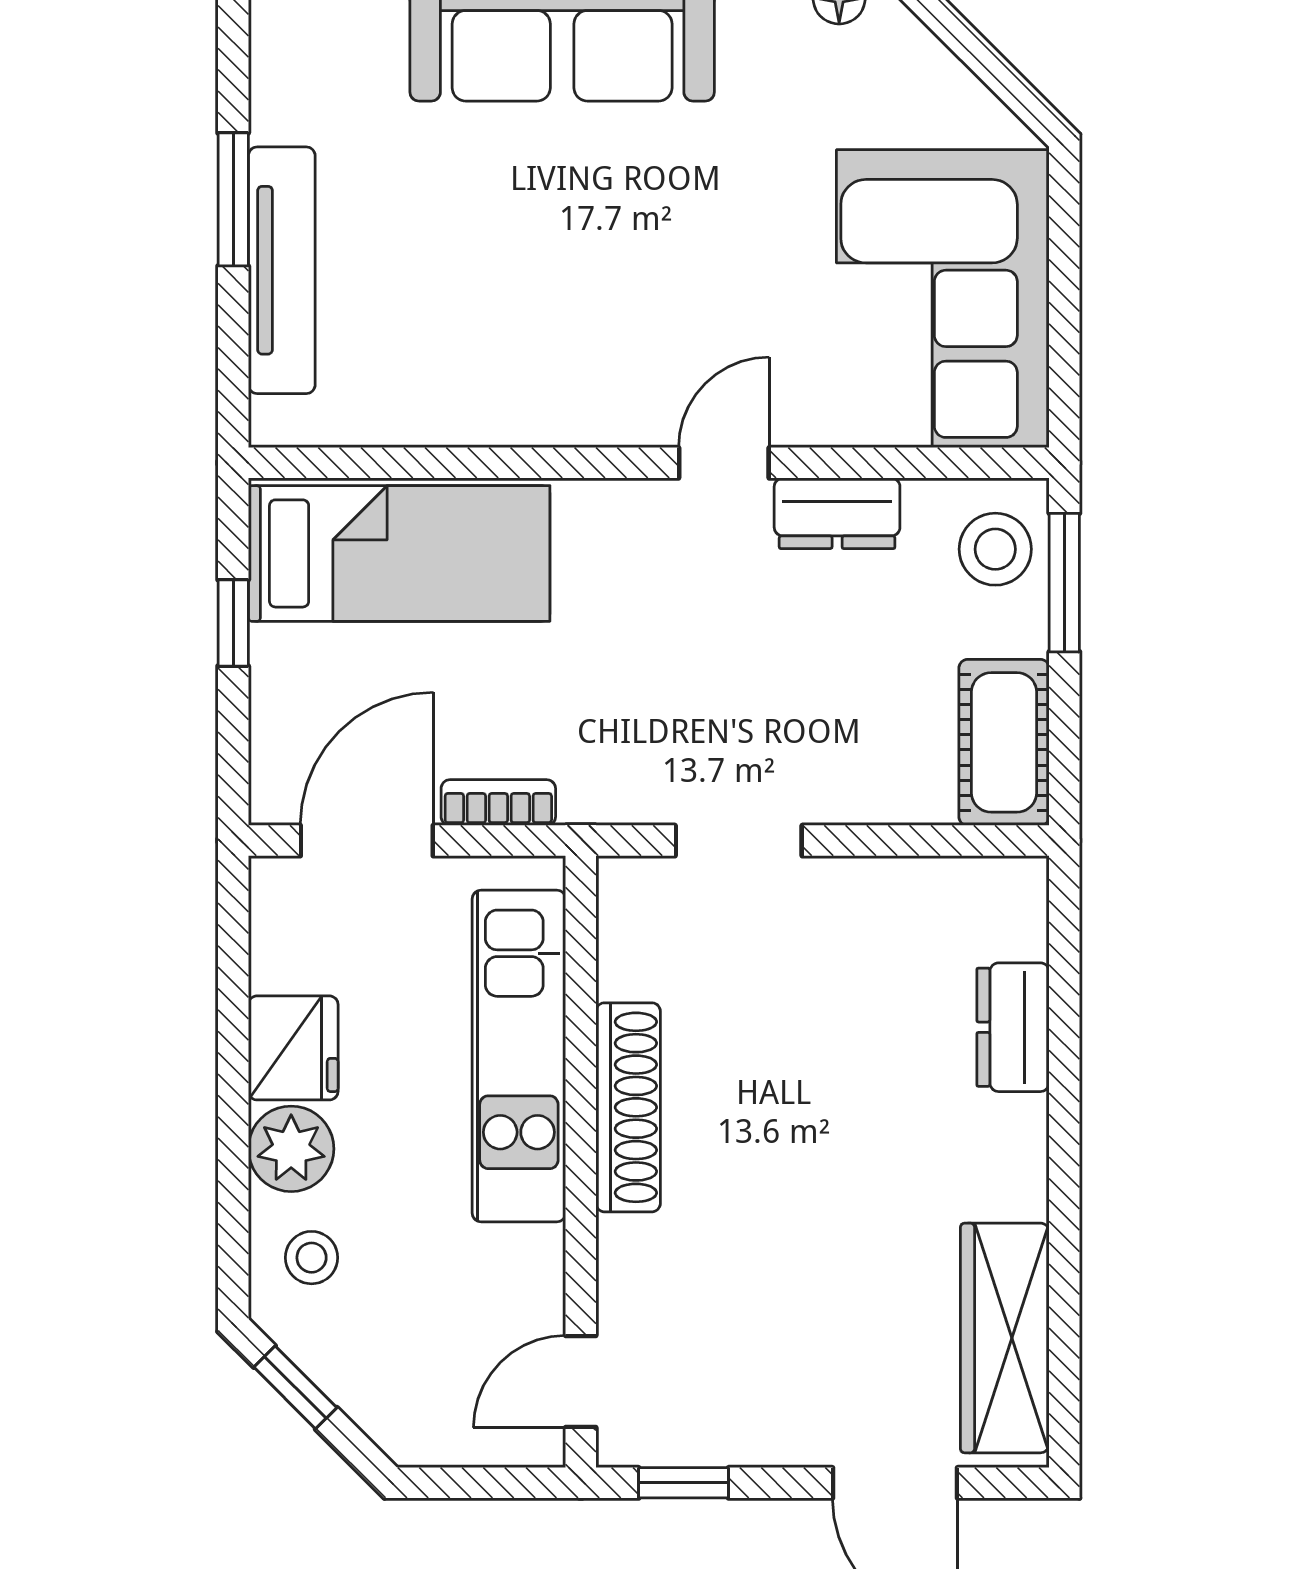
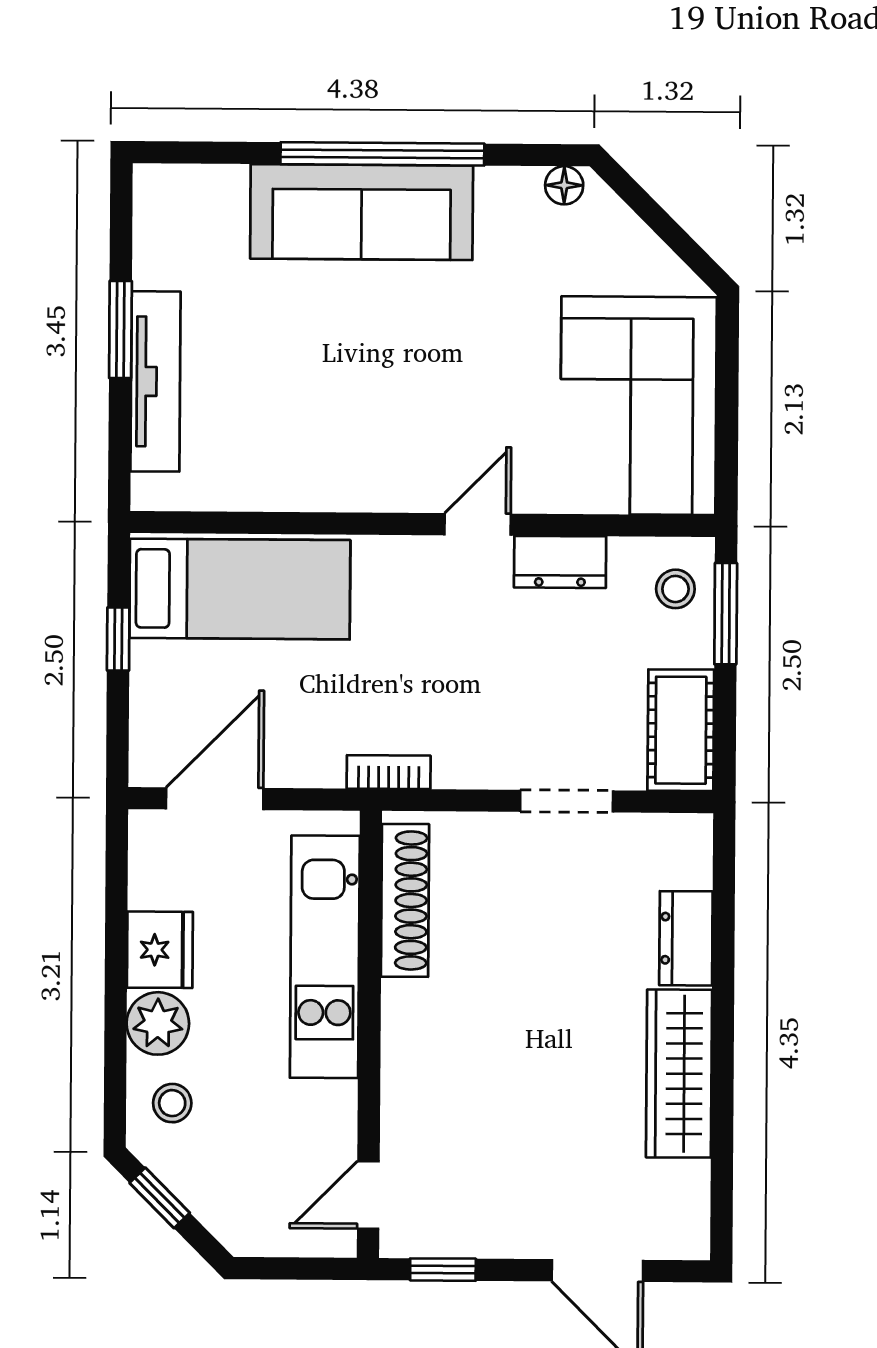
stool: (995, 549) -> (675, 589), width x0.73, depth x0.73
bookcase: (498, 803) -> (389, 772), moved
doorway: (739, 841) -> (567, 801), moved
shoe rack: (628, 1107) -> (405, 900), moved
wardrobe: (1005, 1338) -> (679, 1074), moved

